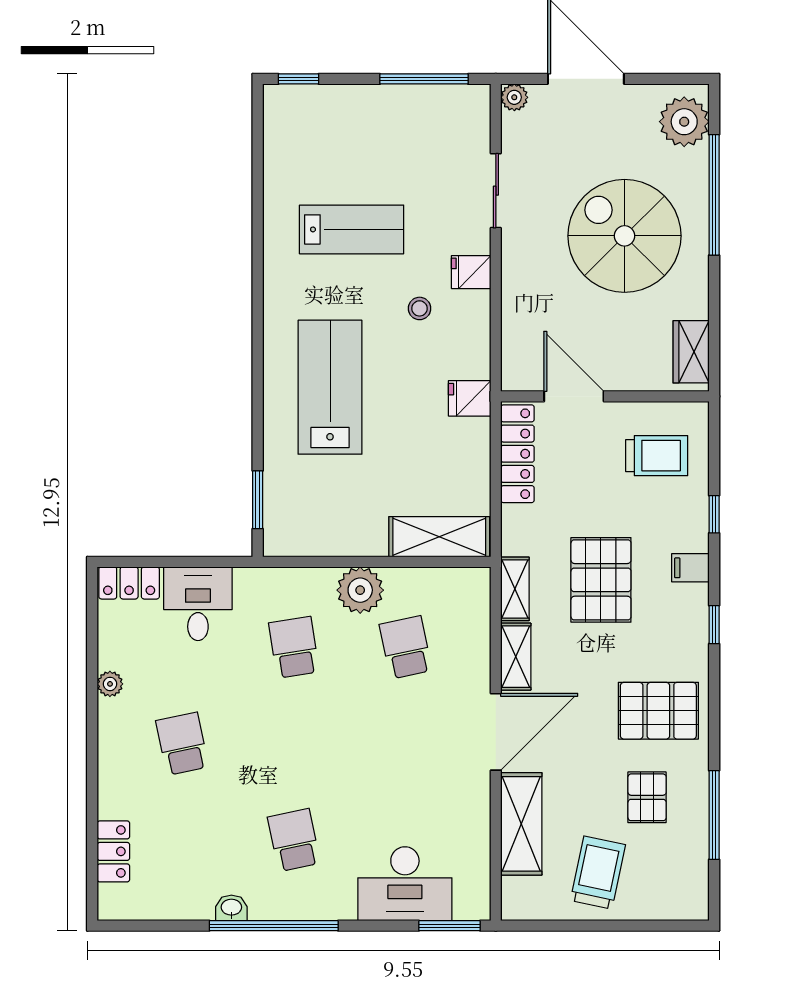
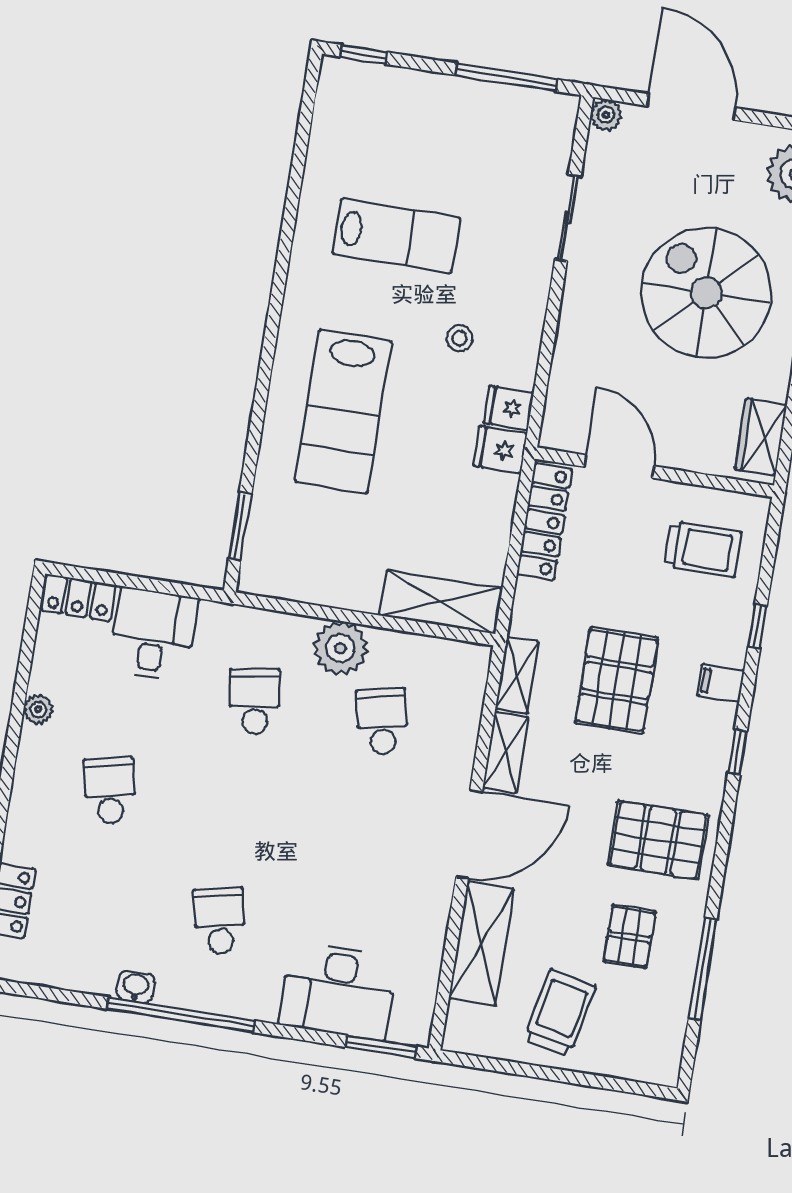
fridge: (471, 272) -> (509, 408), moved
lab bench: (330, 387) -> (343, 412), turned 180

